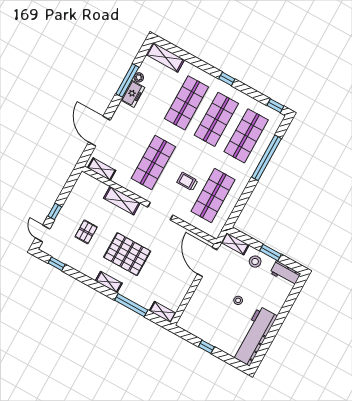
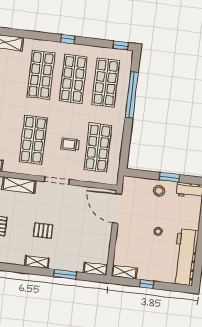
shelving: (235, 244) -> (124, 272), moved
pallet: (127, 254) -> (43, 231), width x0.49, depth x0.50
window: (131, 305) -> (65, 274), width x0.69

